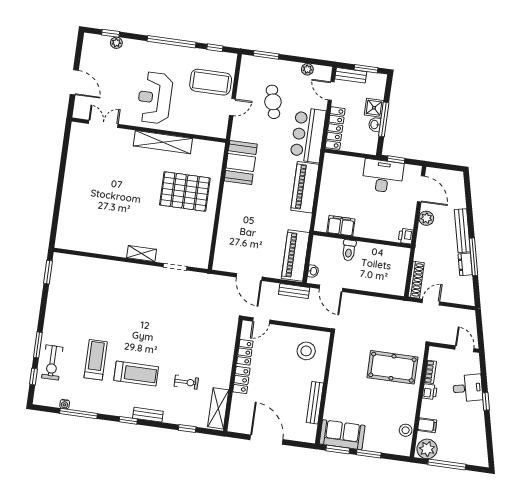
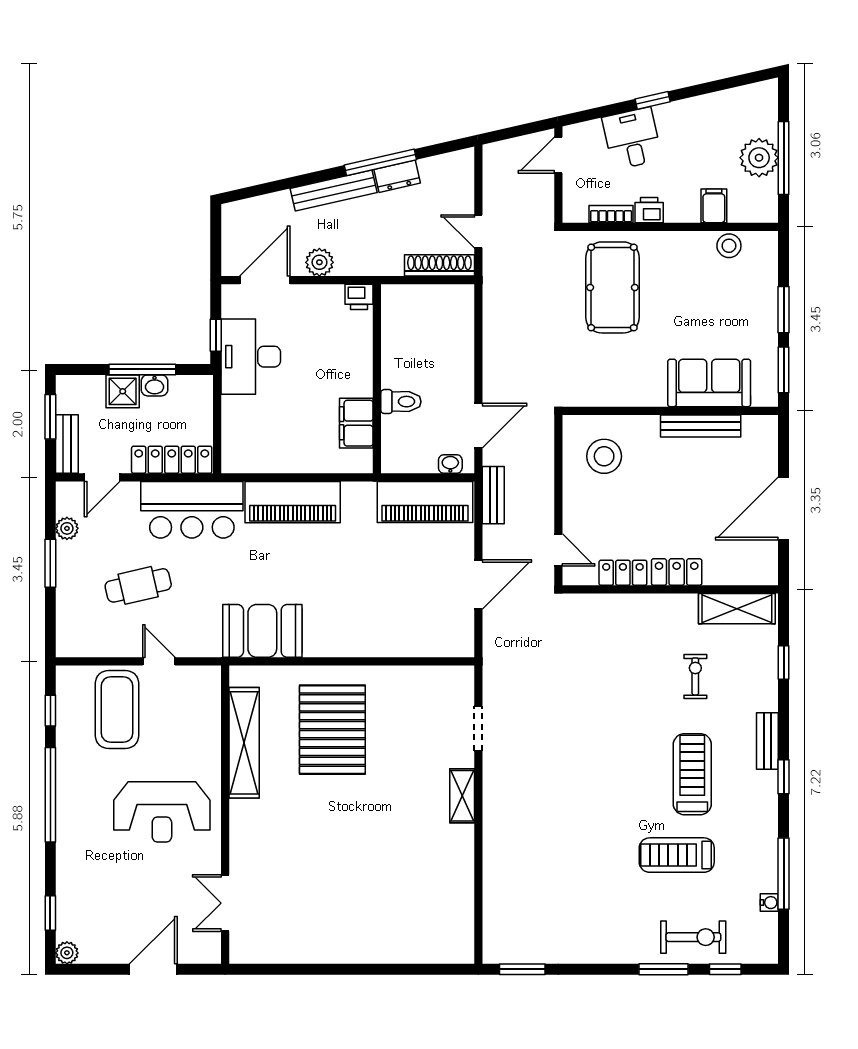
plant: (116, 43) -> (67, 953), moved
window: (266, 55) -> (50, 563), moved
shelving: (163, 142) -> (244, 743), moved
sofa: (342, 435) -> (709, 383), moved, turned 90
plant: (427, 449) -> (759, 158), moved

